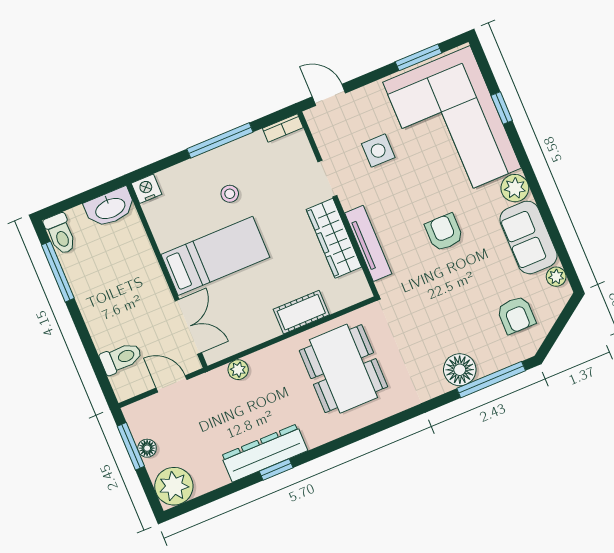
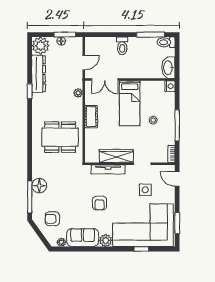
door: (329, 95) -> (177, 179), swing flipped
armchair: (444, 232) -> (100, 203), turned 90
cot: (301, 312) -> (91, 117), moved
toilet: (121, 358) -> (122, 46), moved
dresser: (264, 453) -> (39, 74), moved

